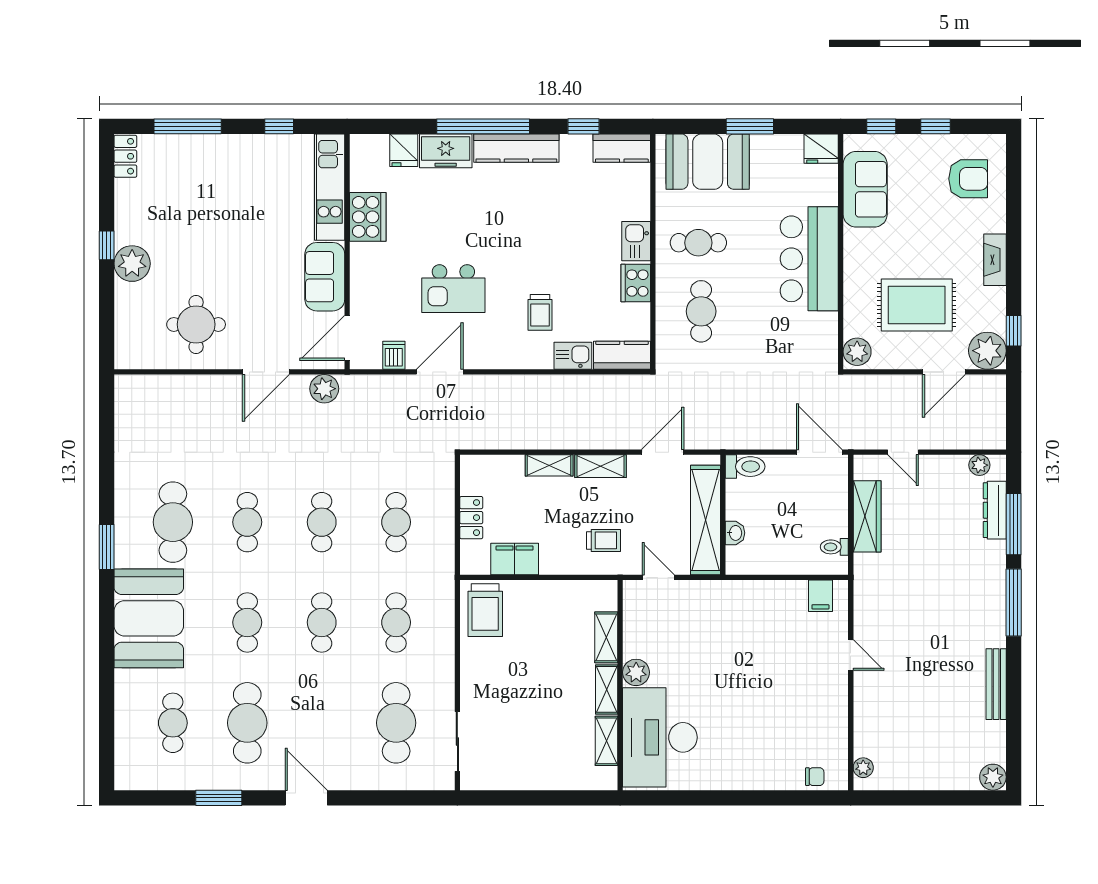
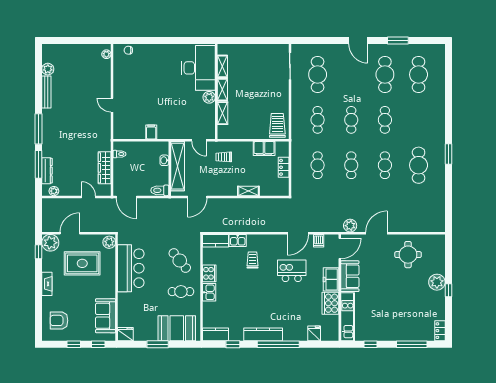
freezer: (446, 151) -> (331, 279), moved, turned -90
bar counter: (809, 259) -> (131, 268), moved
cafe table: (701, 311) -> (180, 261), turned -39
shelving: (600, 466) -> (225, 191), removed
filing cabinet: (820, 596) -> (151, 132), moved
booth: (149, 618) -> (429, 122), removed
cafe table: (173, 723) -> (419, 75), width x1.37, depth x1.35
plant: (993, 777) -> (48, 69), moved

